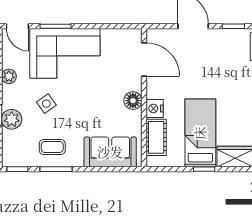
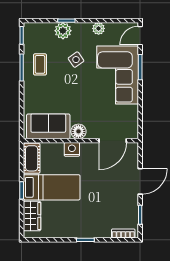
cot: (156, 137) -> (32, 158), moved, turned 90
sofa: (110, 152) -> (48, 126), moved, turned -90

